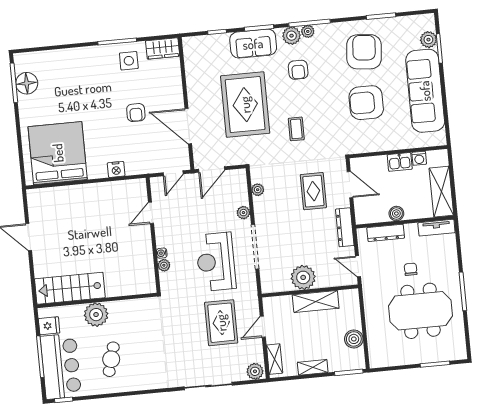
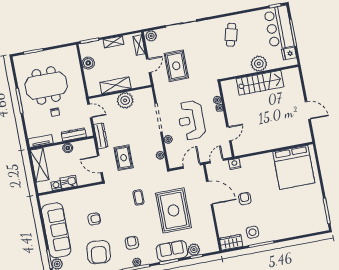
plant: (292, 36) -> (194, 250), moved
armchair: (298, 70) -> (132, 243), moved
floor lamp: (27, 83) -> (318, 211), removed
armchair: (366, 103) -> (94, 219), width x0.53, depth x0.53
nightstand: (116, 169) -> (235, 164), moved
reception desk: (216, 262) -> (191, 120), moved, turned 180
stairs: (70, 288) -> (260, 83), moved
cafe table: (111, 359) -> (231, 35), moved

